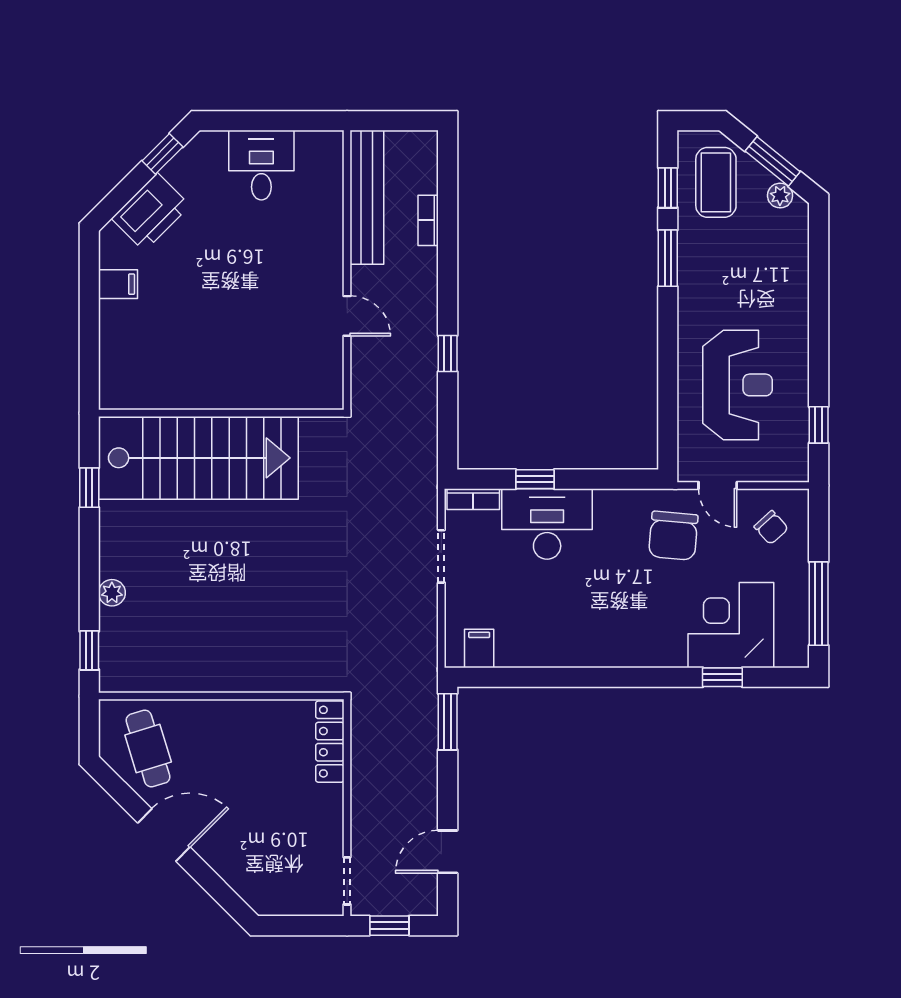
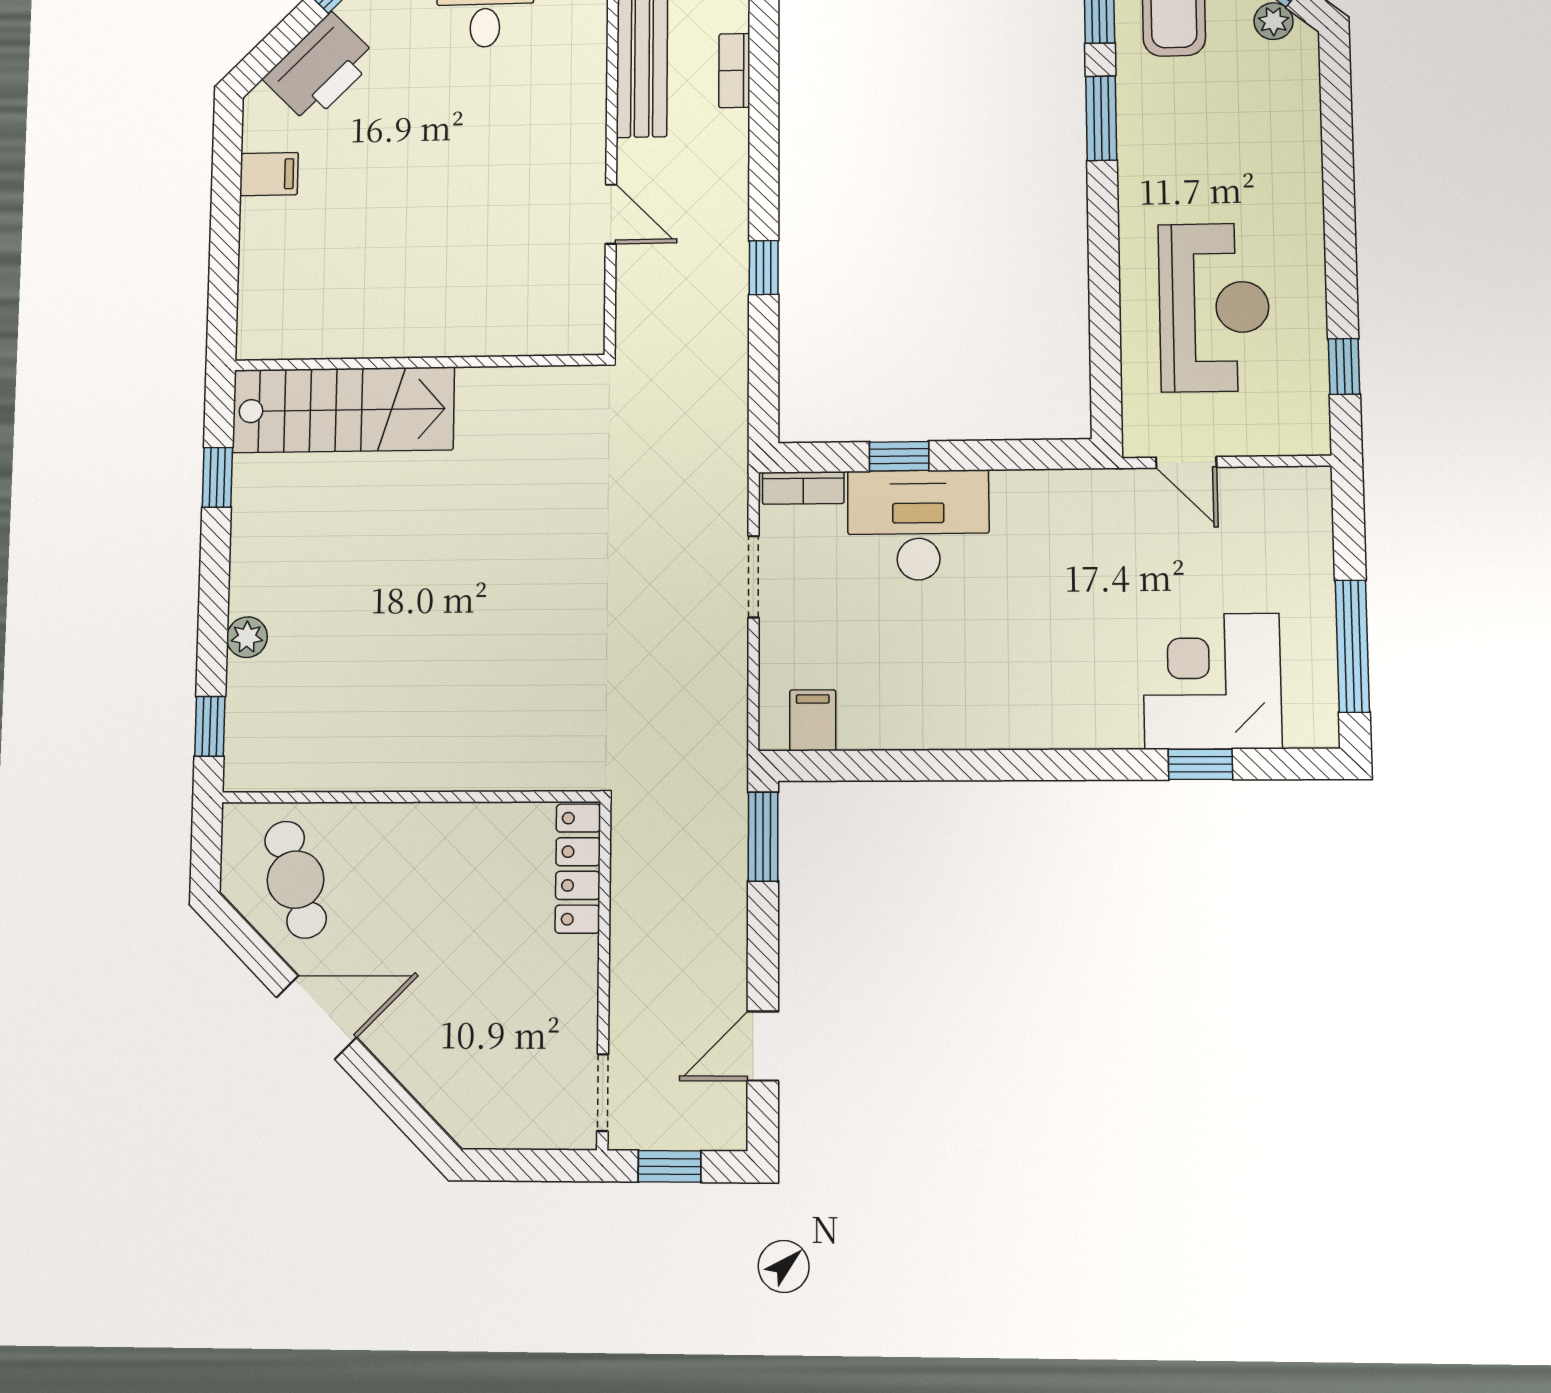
stairs: (198, 458) -> (343, 410), width x0.73, depth x0.66
chair: (771, 528) -> (1273, 527), removed
chair: (673, 536) -> (1117, 541), removed

